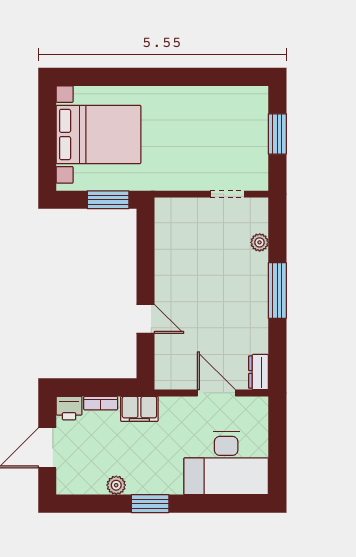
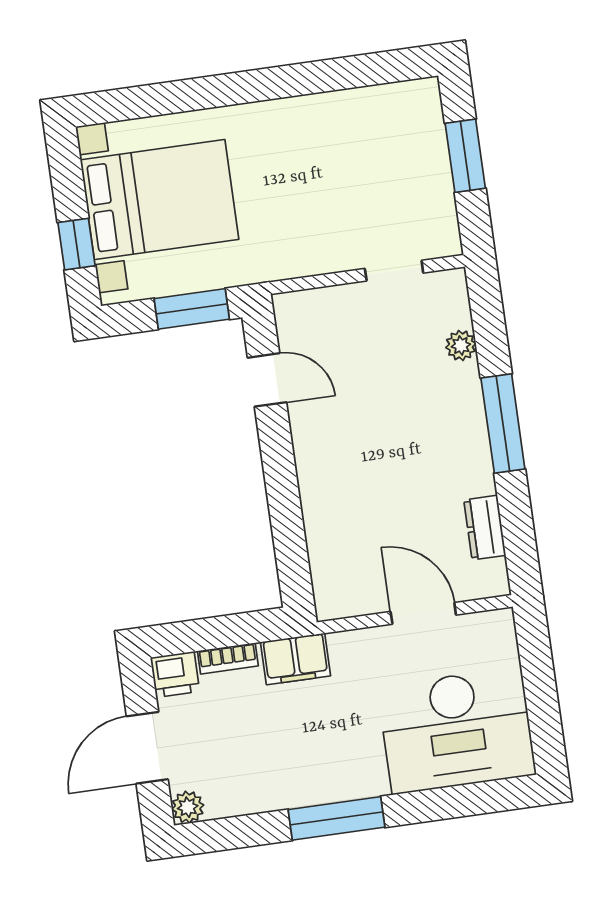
window: (47, 153) -> (76, 244), added
door: (146, 319) -> (267, 380), moved
dresser: (259, 372) -> (485, 528), moved
plant: (116, 485) -> (188, 807), moved
window: (150, 504) -> (337, 818), width x1.44

